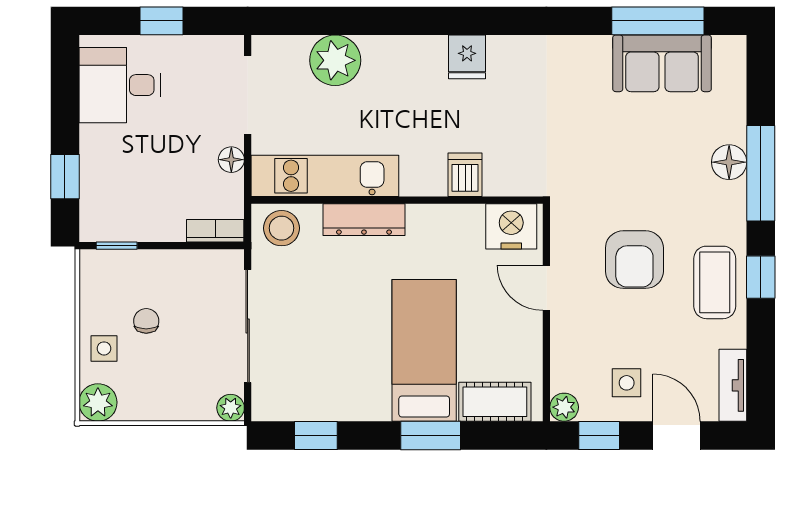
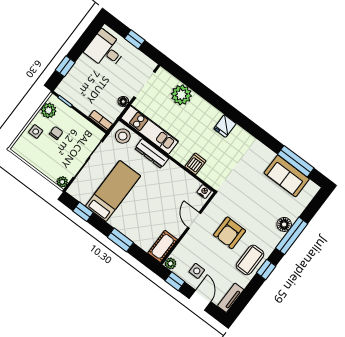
nightstand: (511, 226) -> (204, 191), width x0.53, depth x0.56
bed: (424, 350) -> (113, 191), moved
plant: (98, 402) -> (49, 110), moved
cot: (495, 402) -> (163, 246), moved, turned 90

